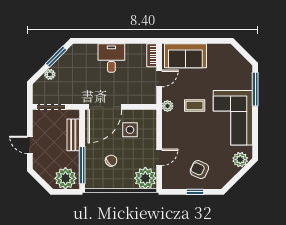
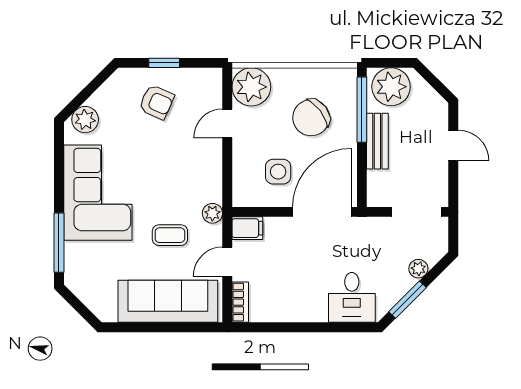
sofa: (185, 56) -> (168, 301), width x1.36
desk: (111, 58) -> (352, 297), moved
filing cabinet: (148, 98) -> (247, 228), added
coffee table: (195, 106) -> (170, 235), moved
bench: (73, 135) -> (377, 141), moved
chair: (111, 161) -> (311, 118), width x1.87, depth x1.87

